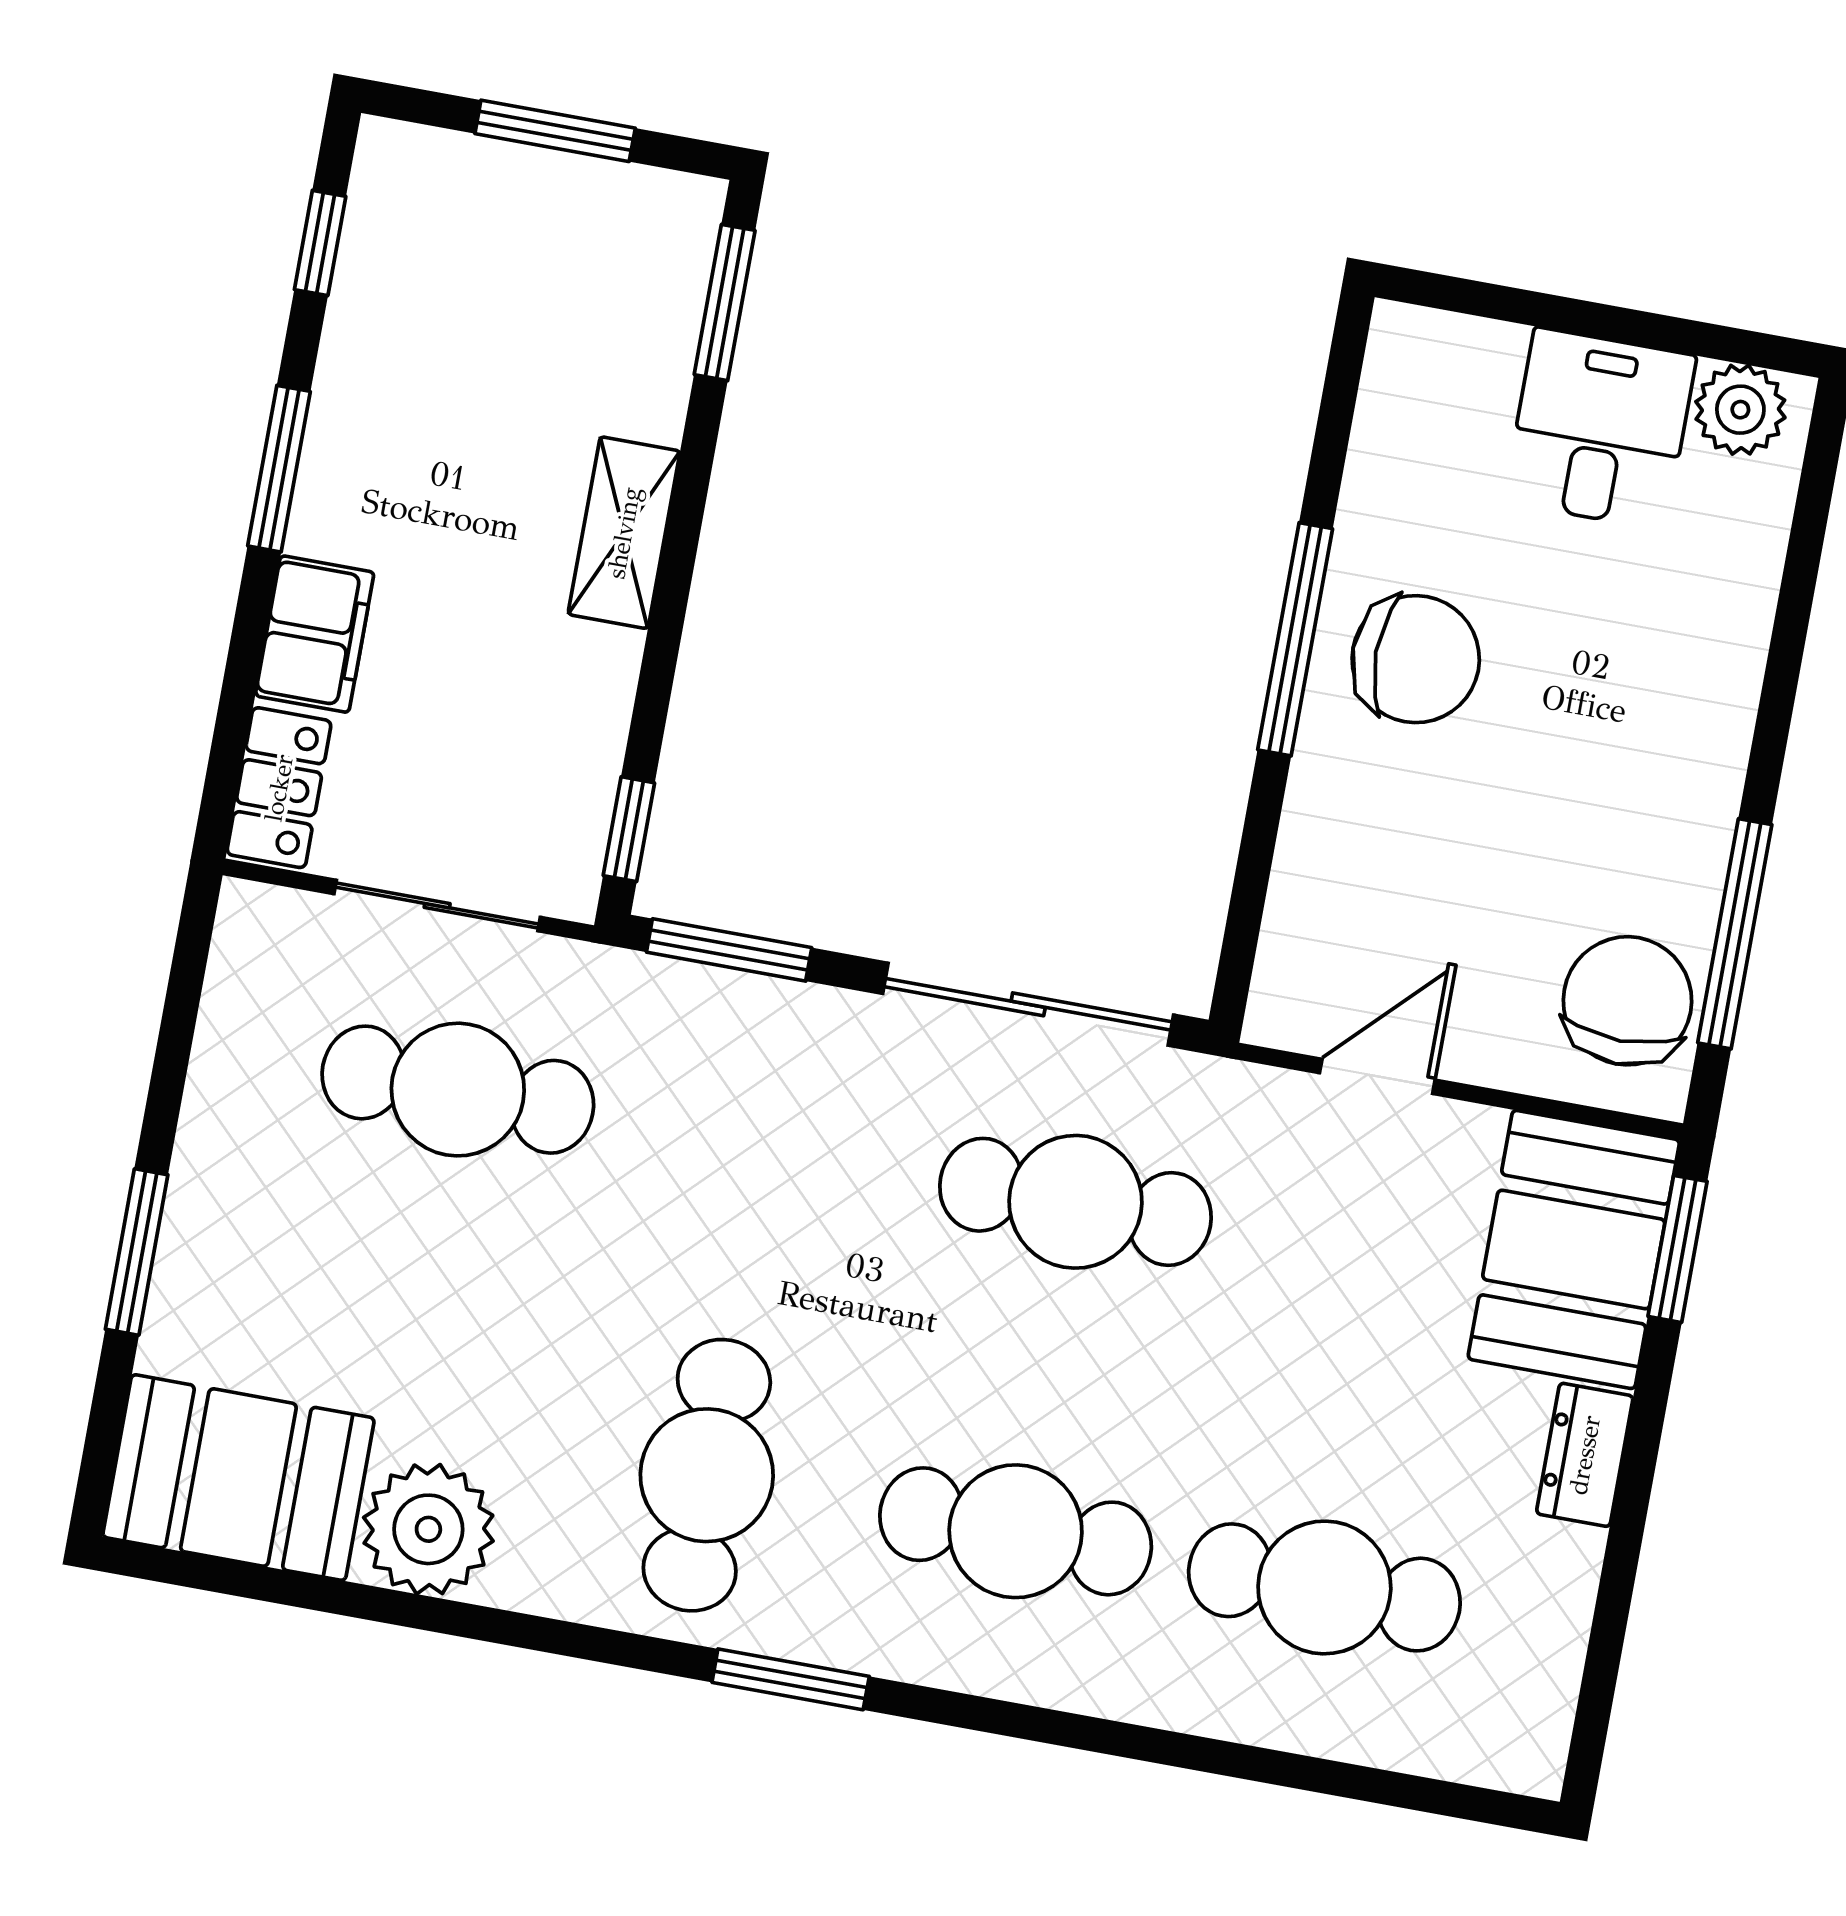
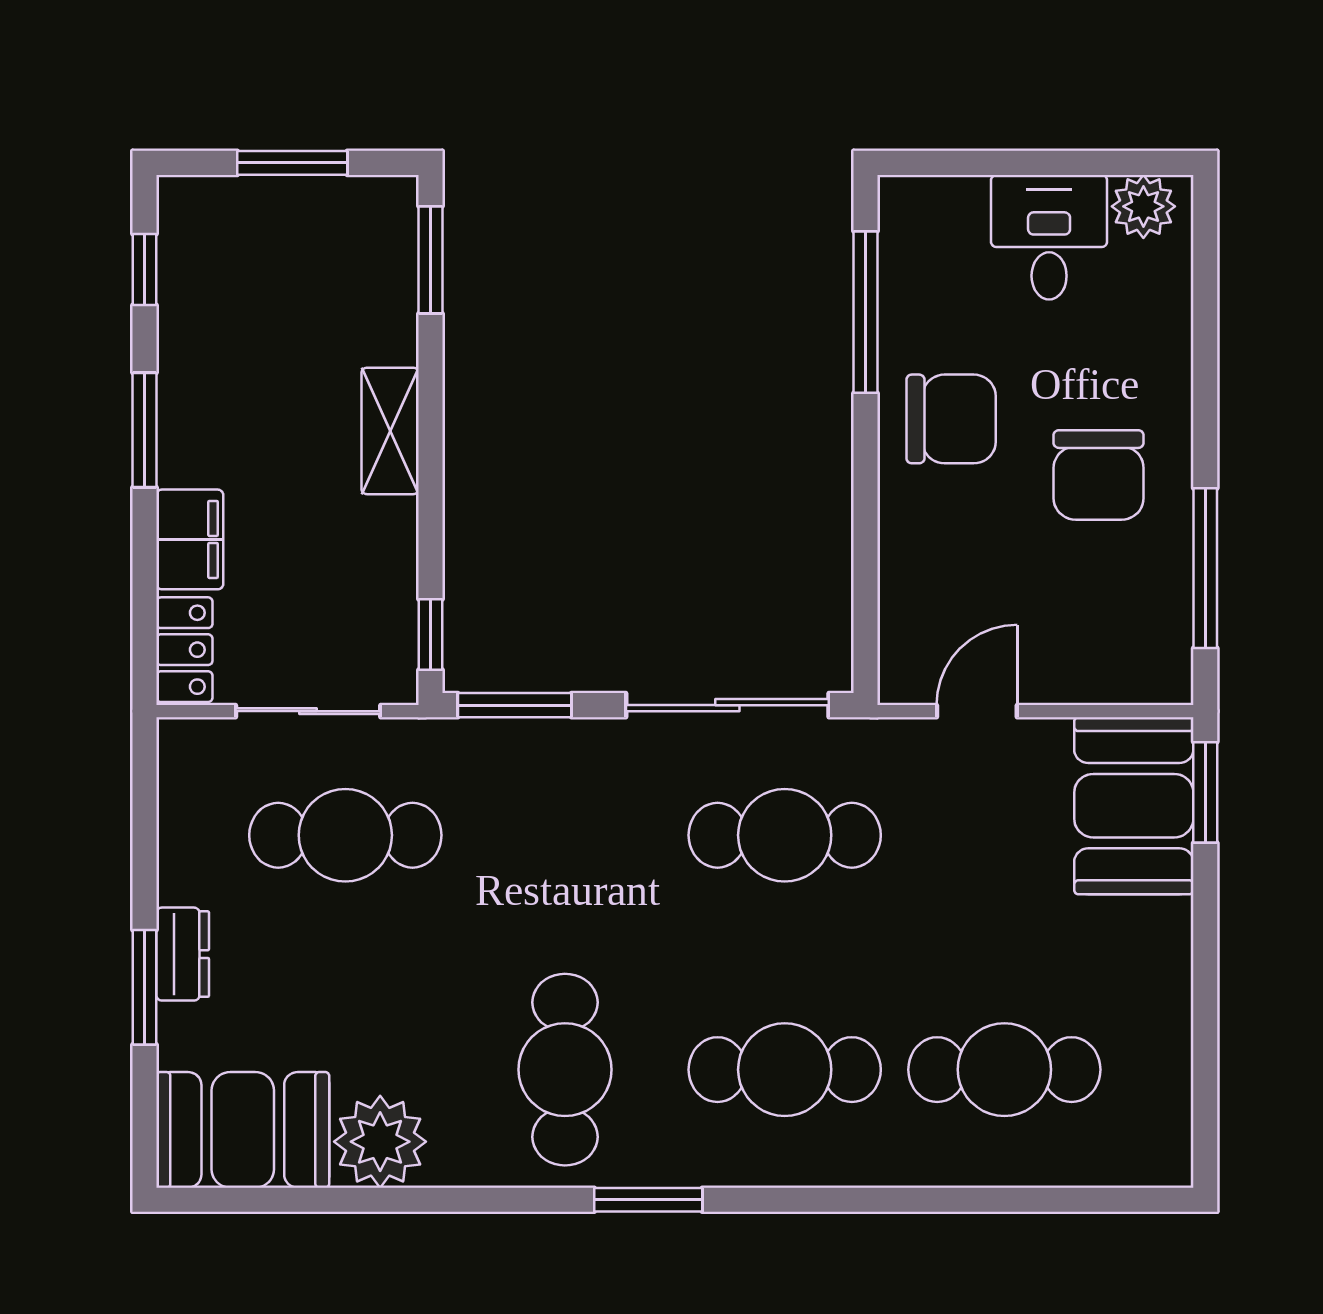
window: (1295, 639) -> (866, 312), moved
chair: (1627, 1001) -> (1099, 475), moved, turned 180
dresser: (1585, 1455) -> (183, 954), moved, turned 180

